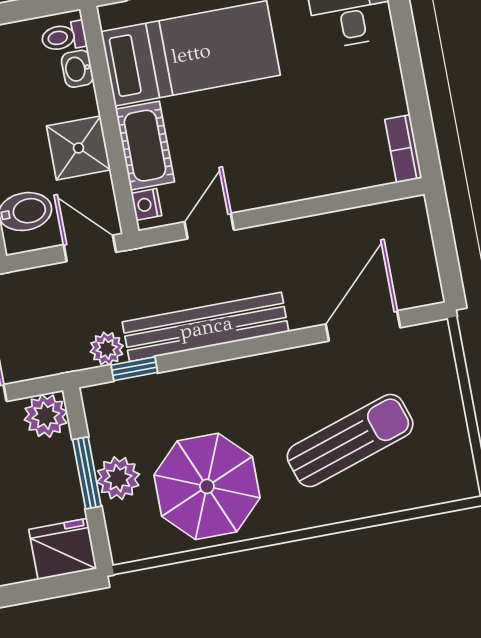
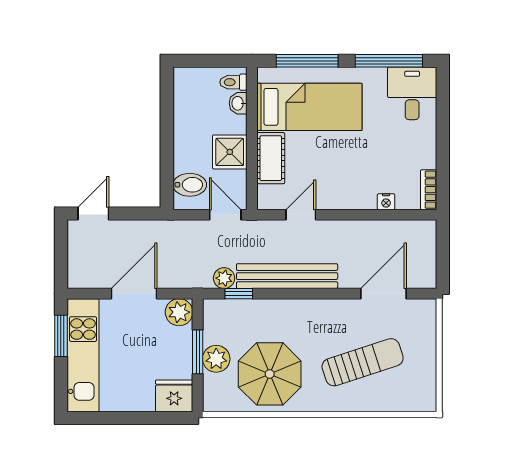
nightstand: (146, 204) -> (386, 202), moved, turned -90

